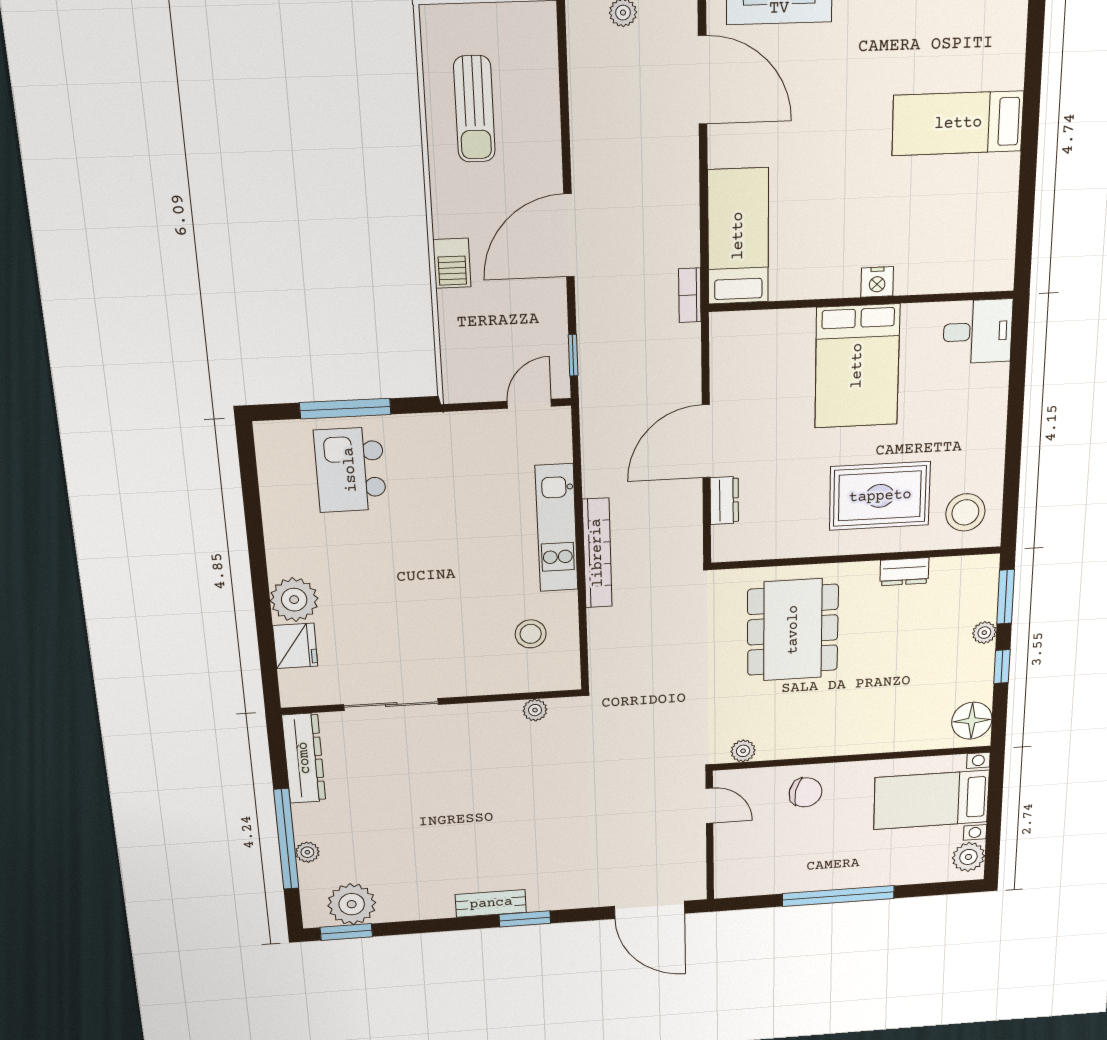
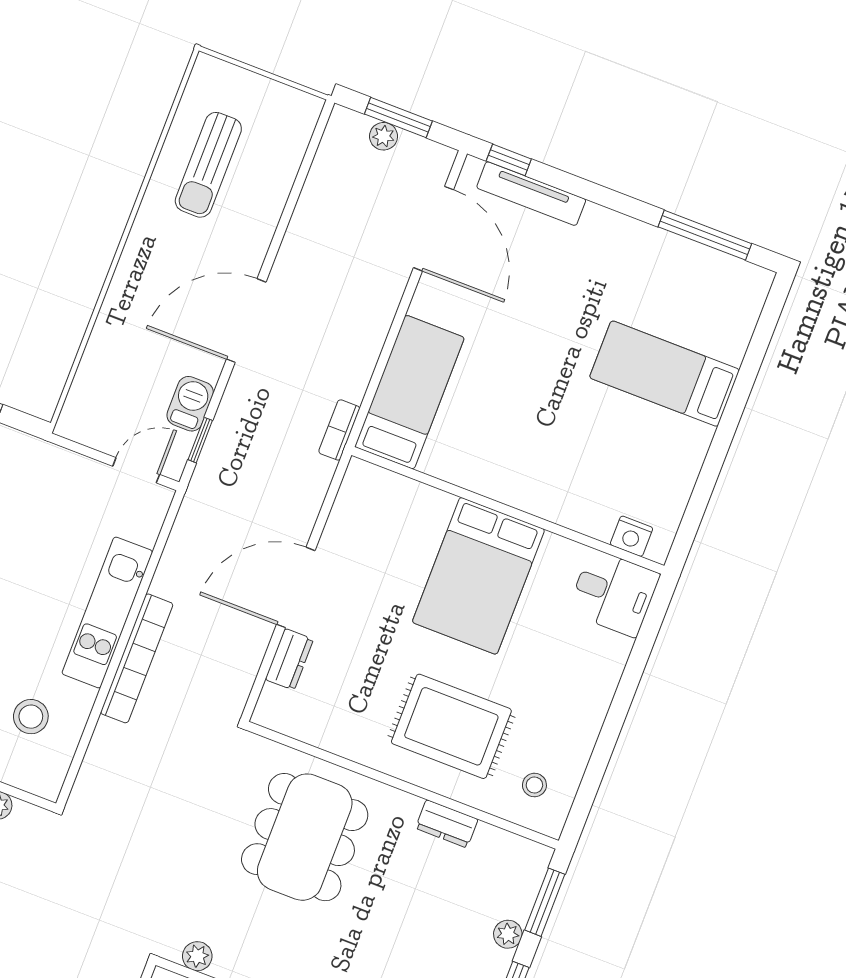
barbecue: (452, 263) -> (190, 404), moved, turned 180
nightstand: (877, 282) -> (632, 536), moved
stool: (965, 512) -> (534, 785), width x0.53, depth x0.53

